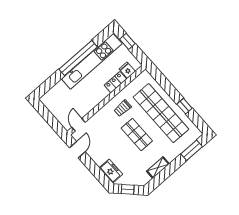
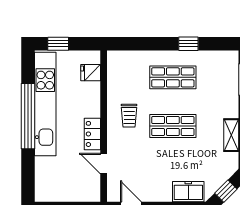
locker: (115, 82) -> (92, 134), moved
shop shelf: (161, 113) -> (173, 77), width x0.50, depth x0.74
door: (78, 125) -> (104, 163), moved

